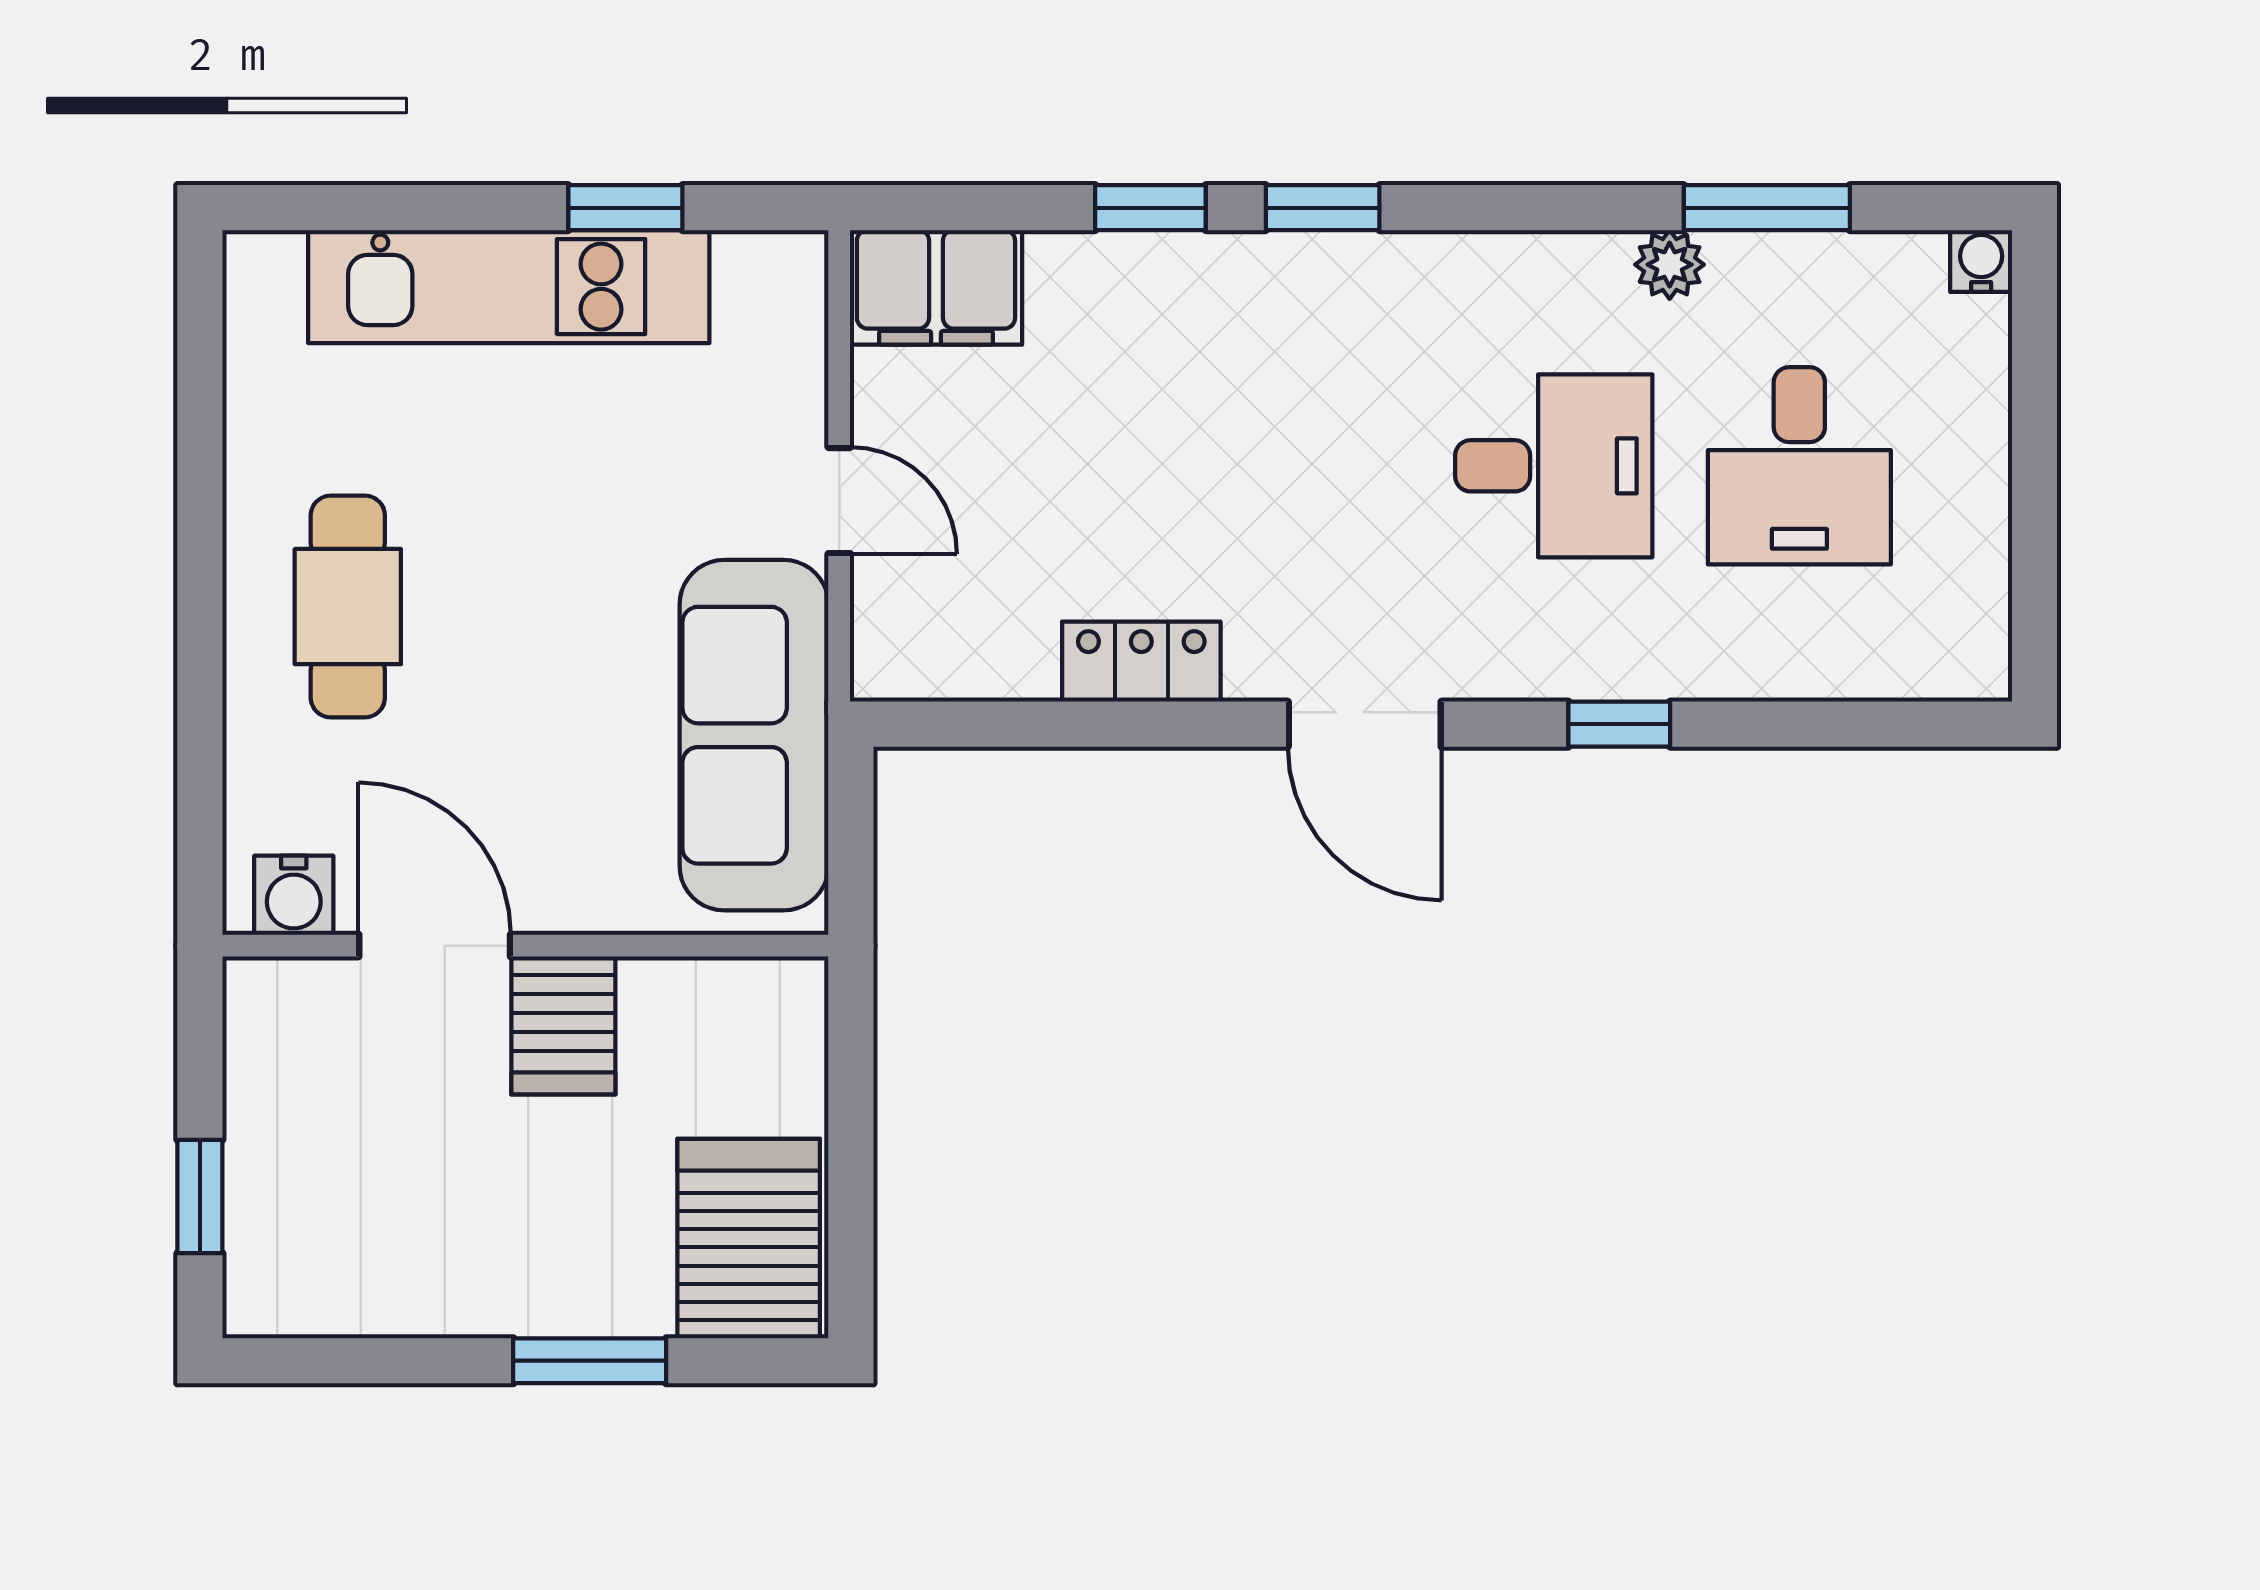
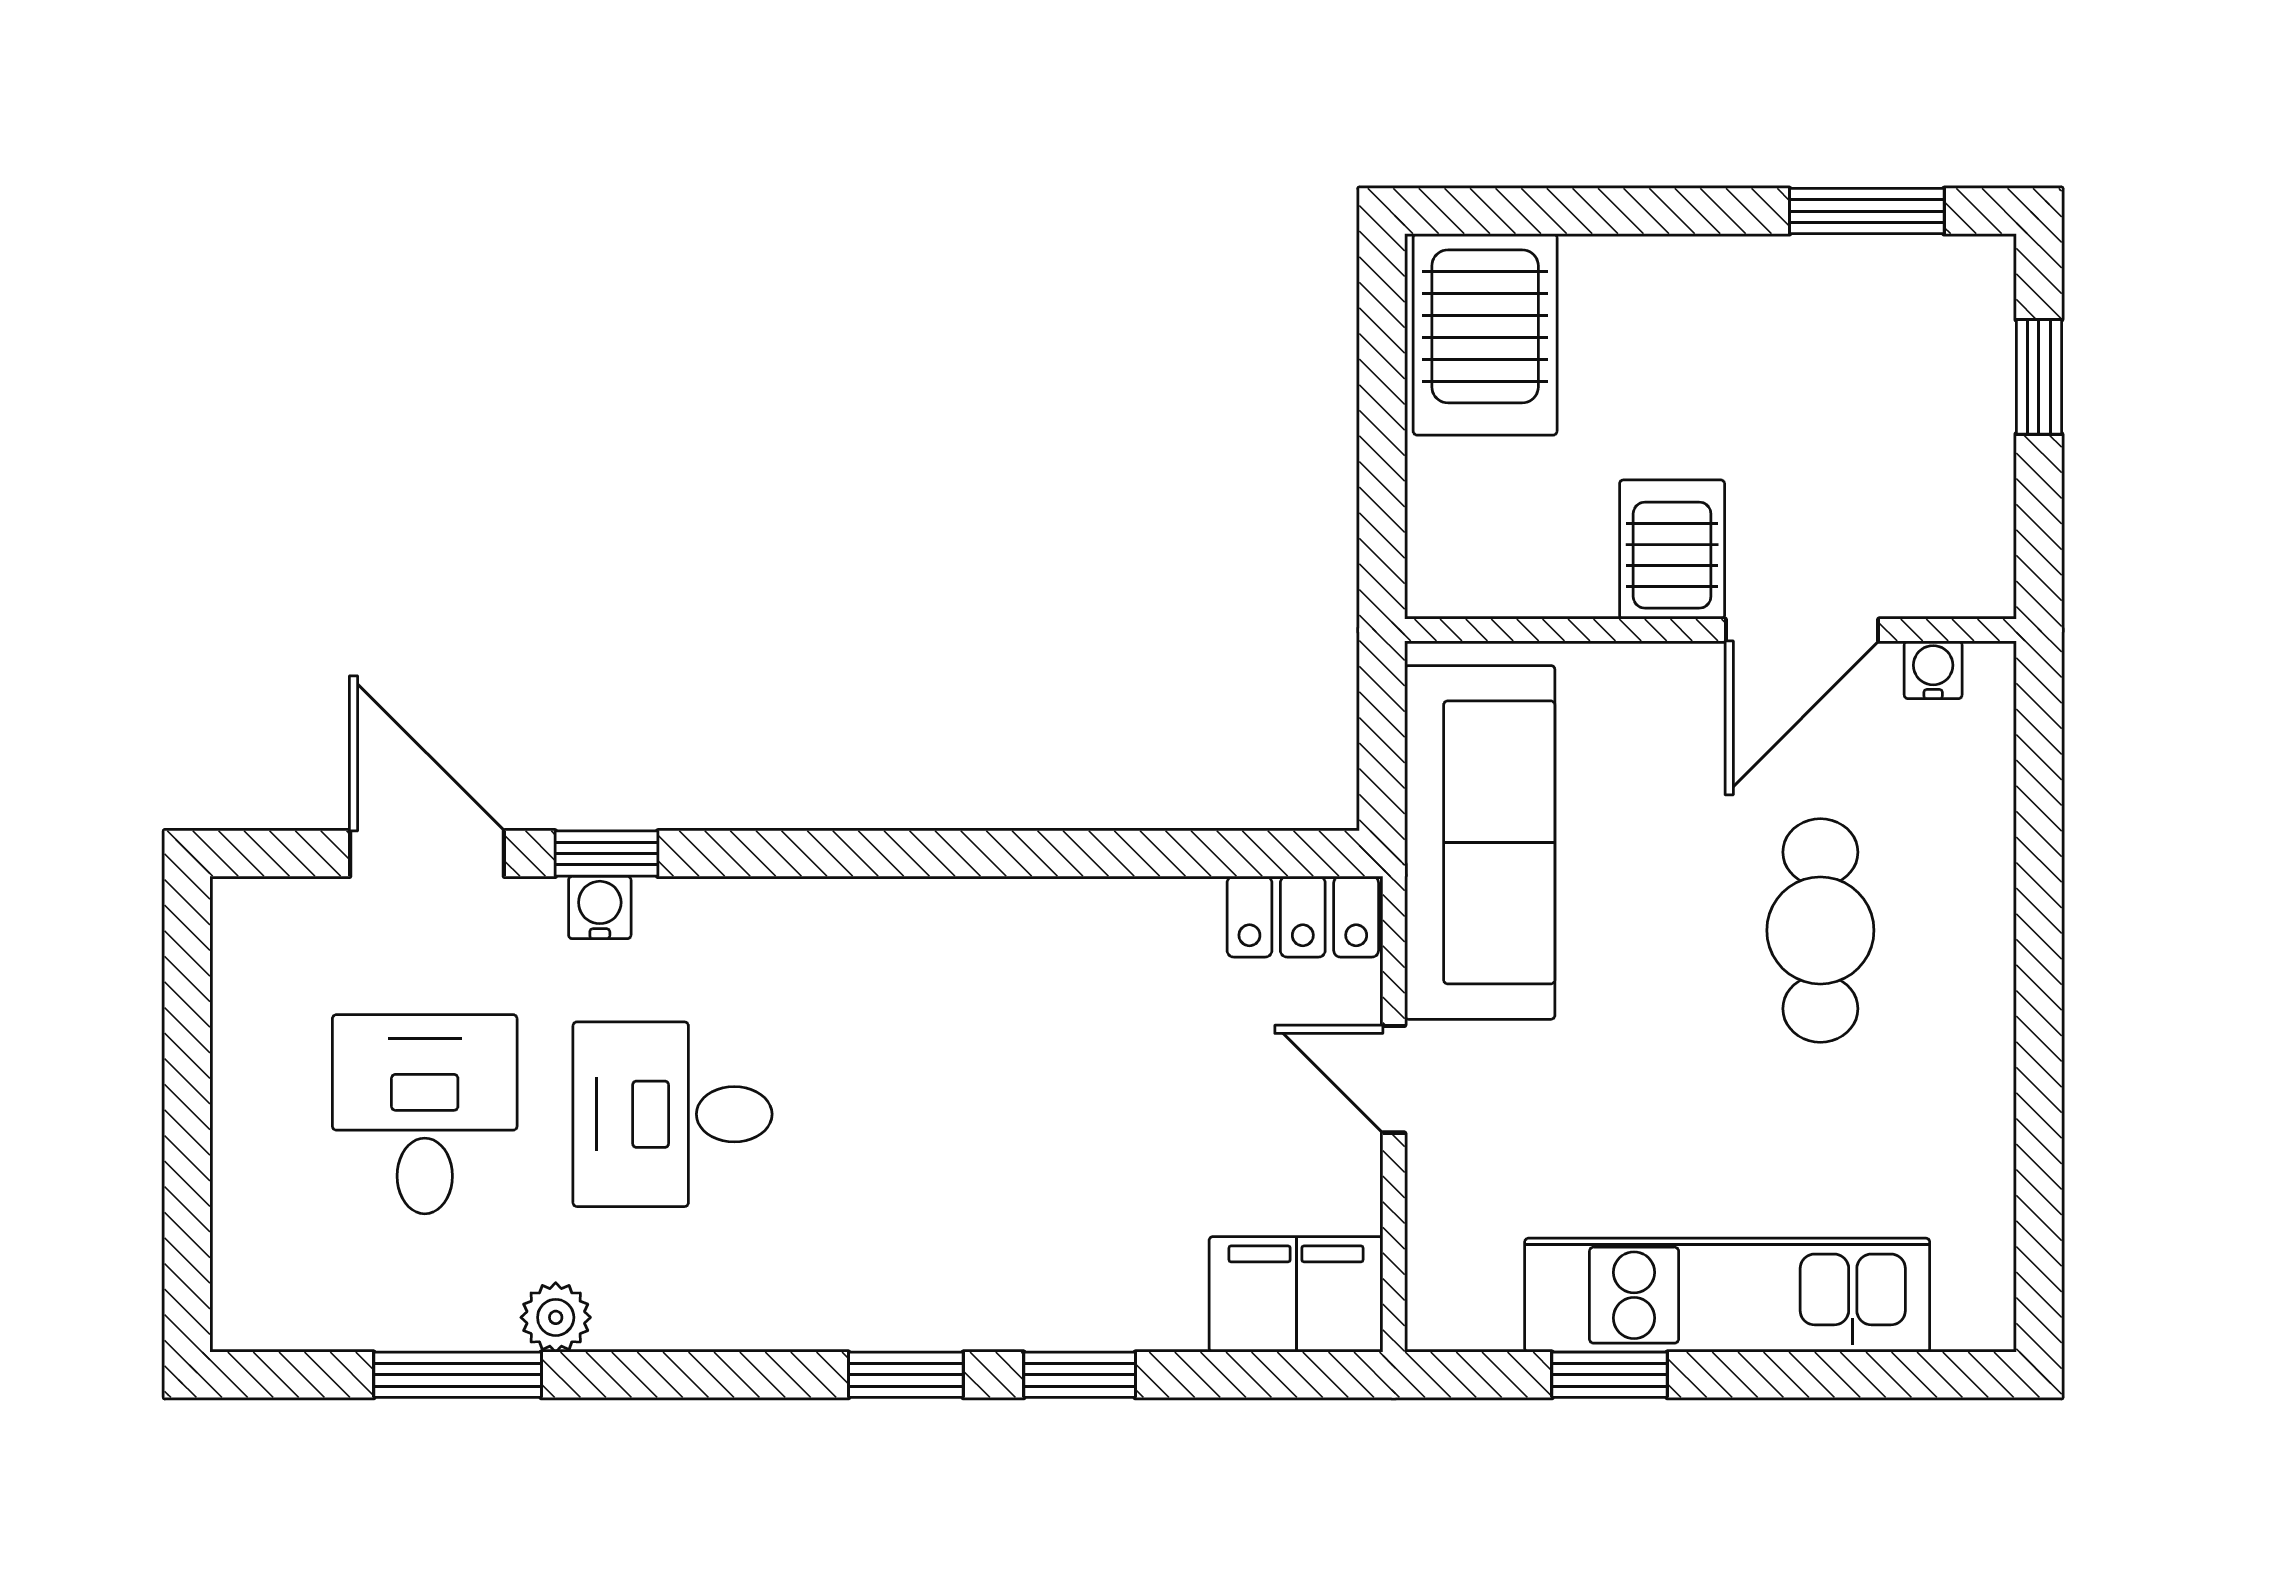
water cooler: (1981, 261) -> (600, 907), moved, turned 180
cafe table: (348, 607) -> (1820, 930), moved
locker: (1141, 662) -> (1303, 917), moved
door: (1365, 724) -> (427, 854), moved
water cooler: (294, 895) -> (1933, 670), width x0.72, depth x0.72
door: (435, 946) -> (1802, 630), hinge flipped
window: (590, 1361) -> (1867, 211), moved

